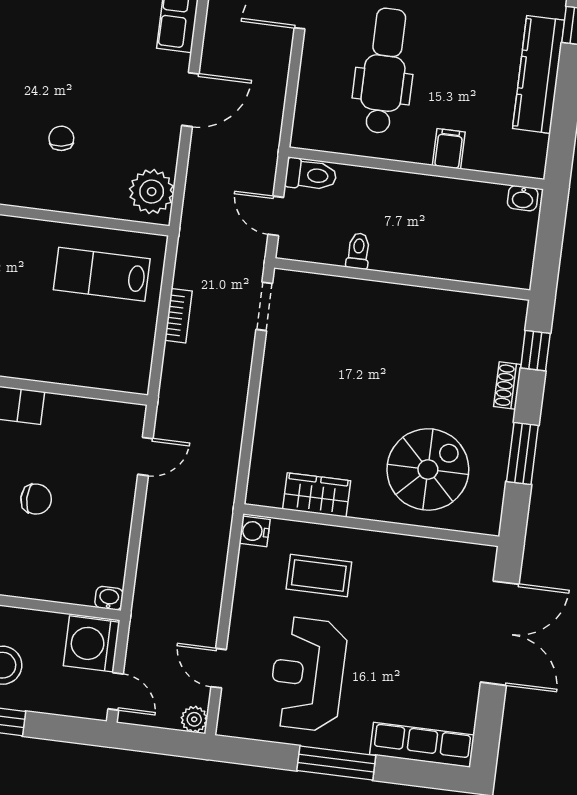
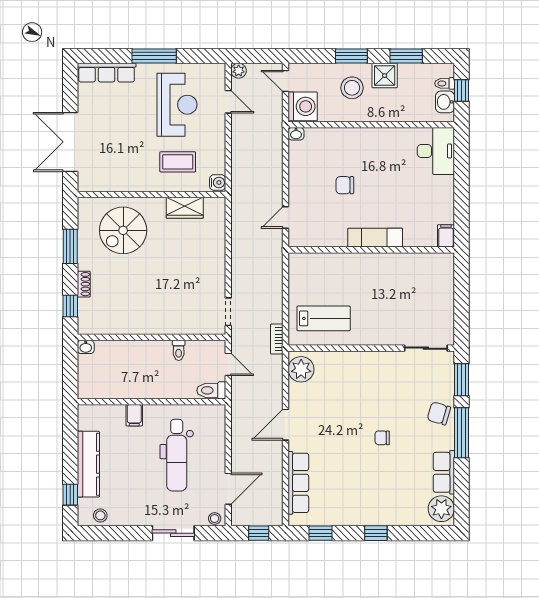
chair: (61, 138) -> (382, 438), moved, turned 99
washbasin: (523, 198) -> (86, 347), moved, turned 180
bookcase: (178, 316) -> (277, 339), moved

